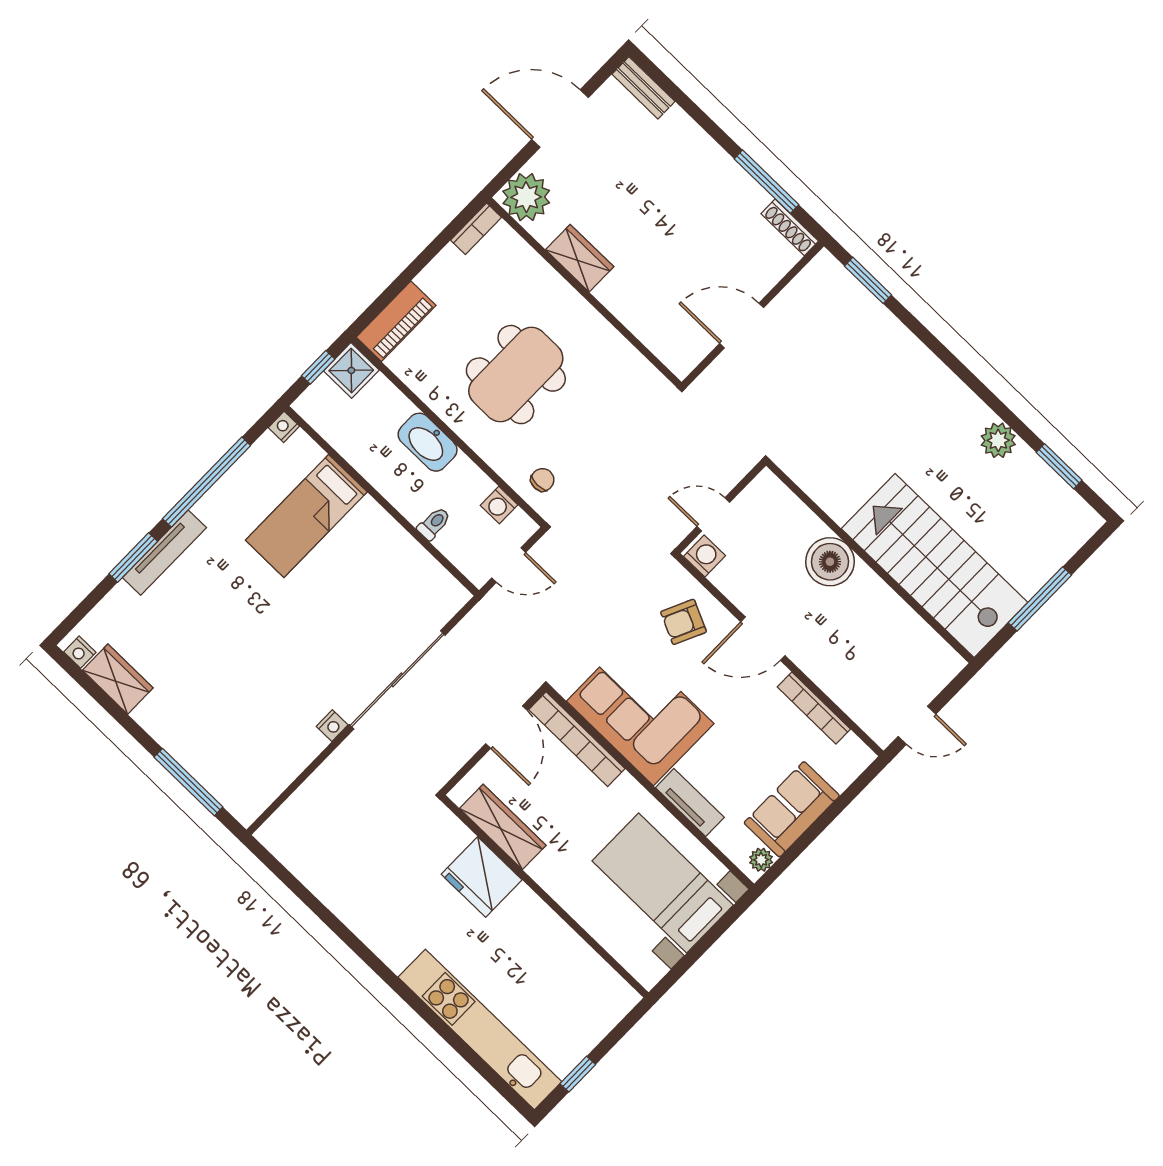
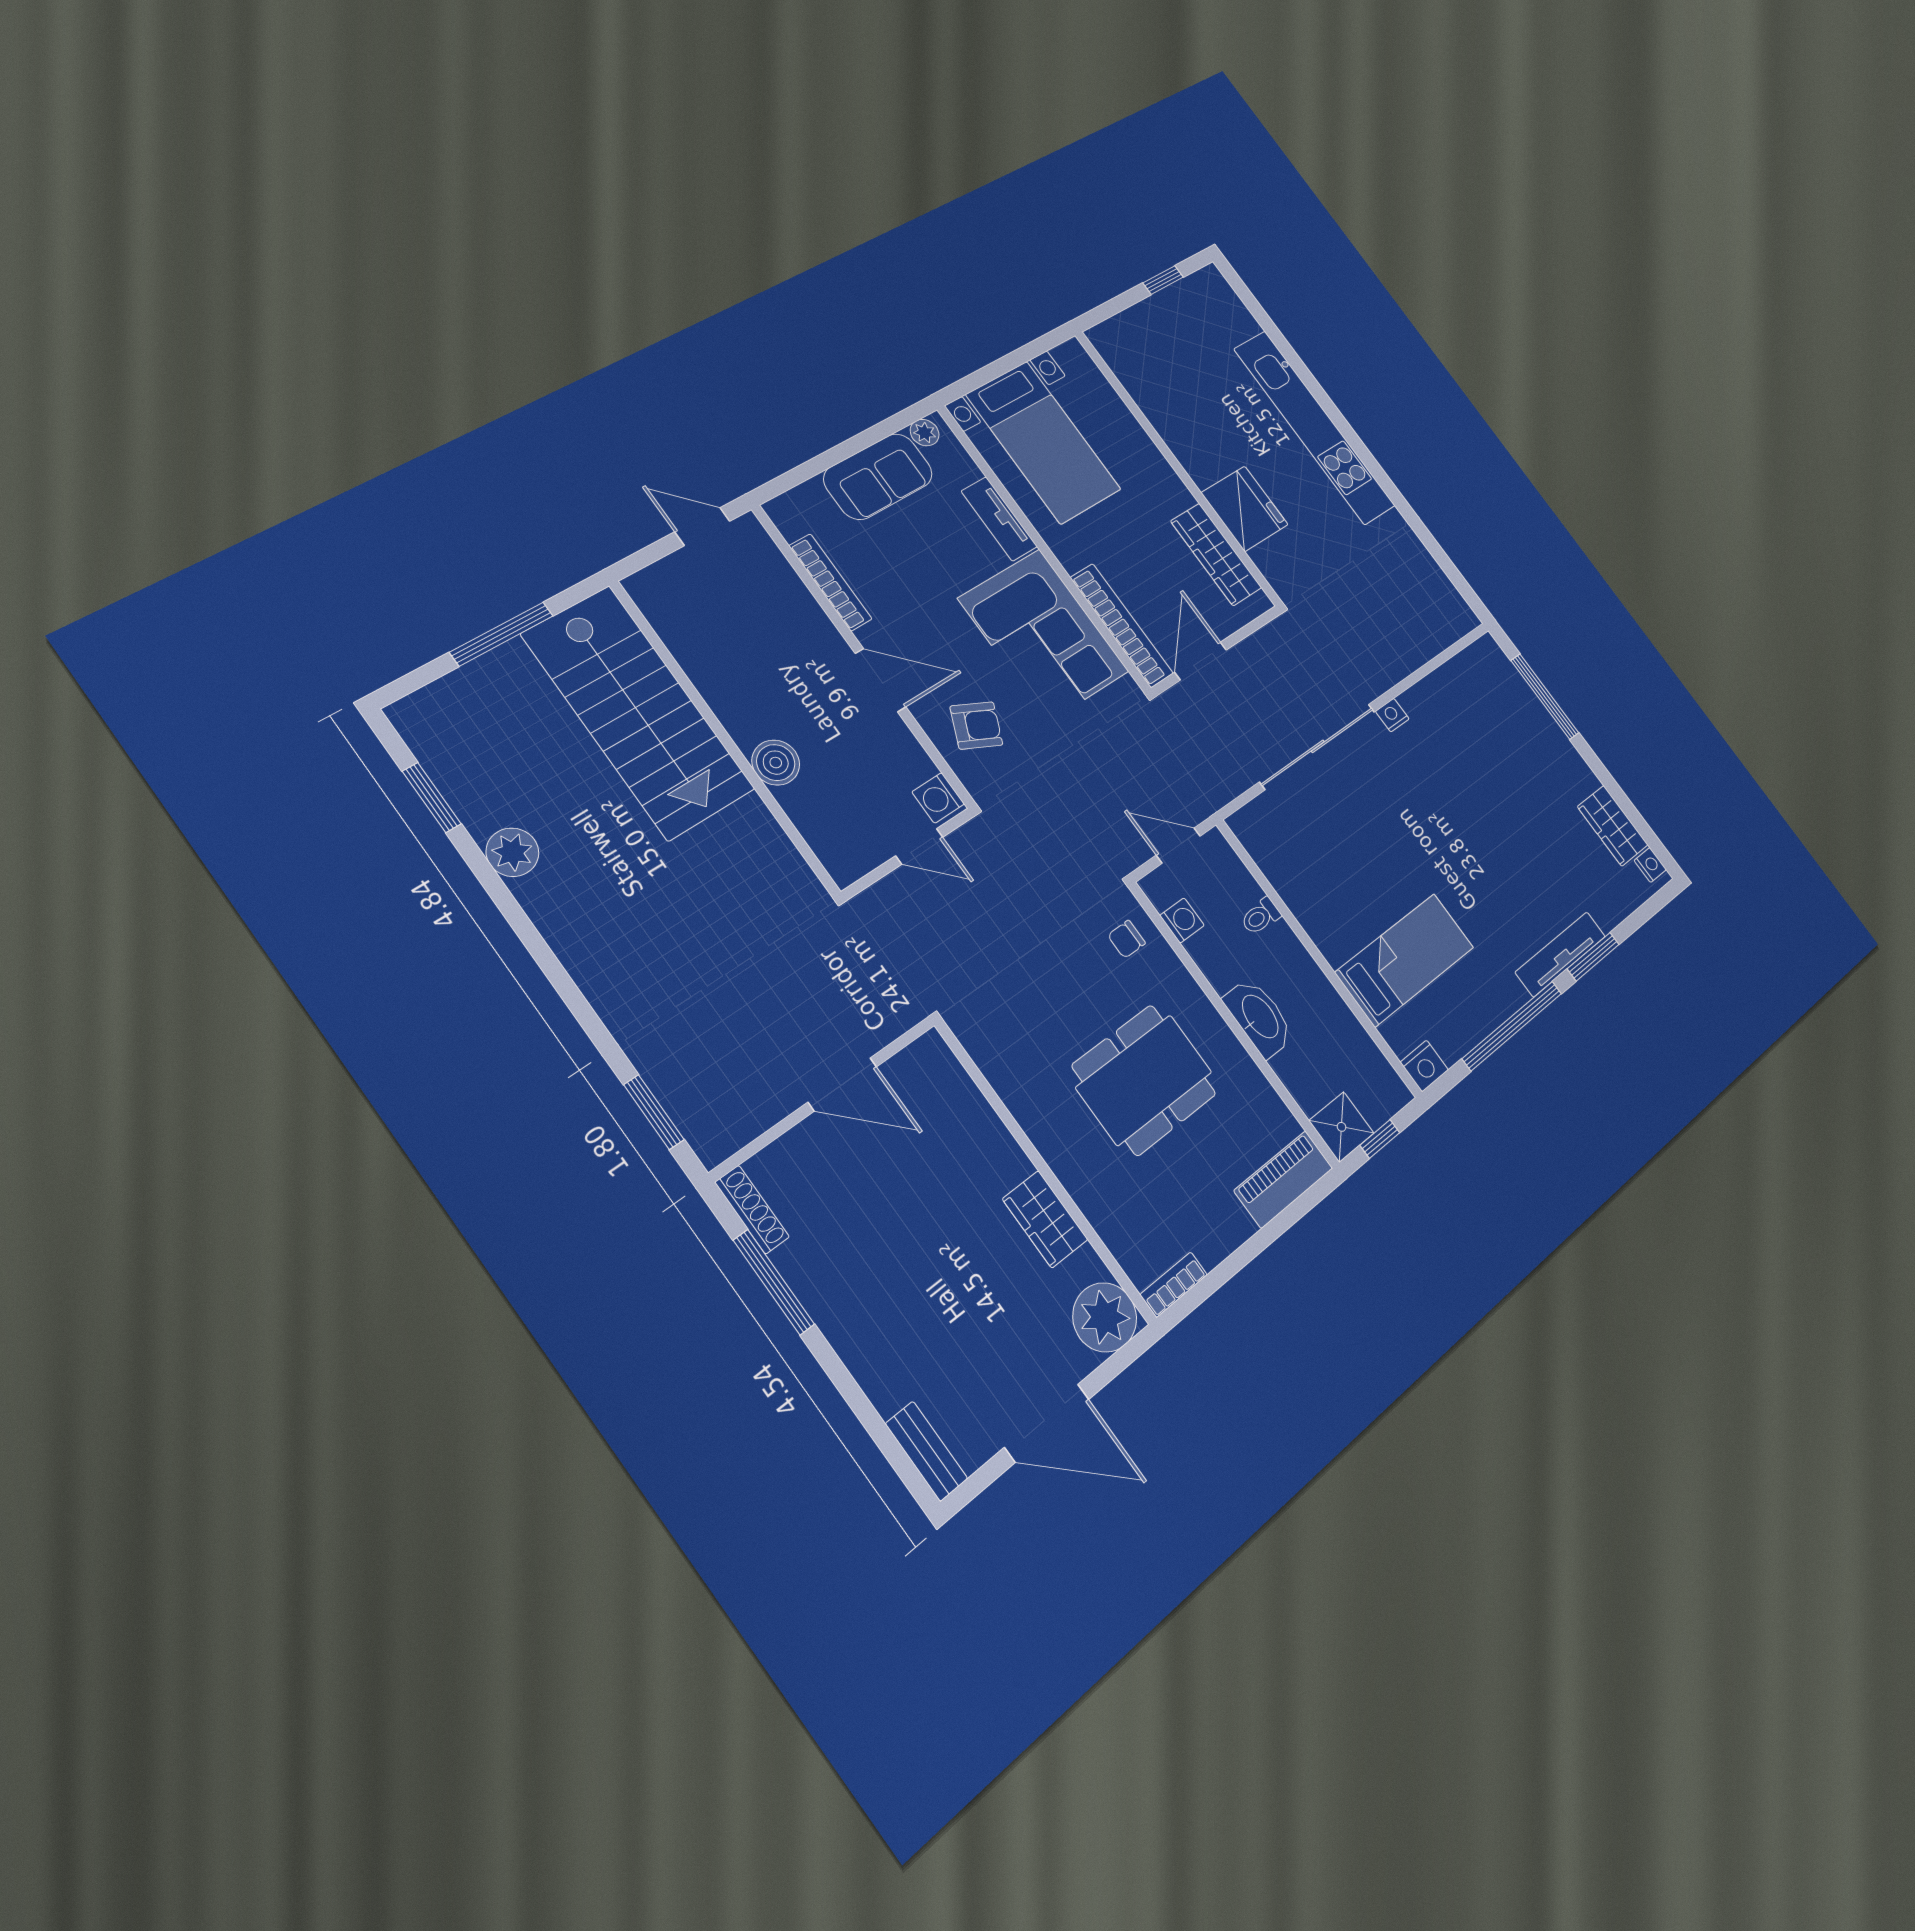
nightstand: (284, 427) -> (1424, 1066), width x1.39, depth x1.35
boiler: (830, 562) -> (776, 763), width x0.73, depth x0.73
kitchen unit: (480, 1029) -> (1315, 427), moved

